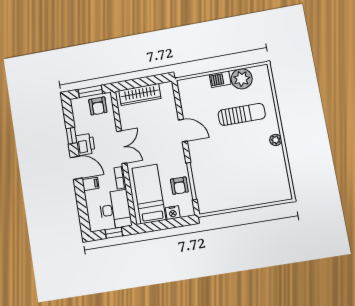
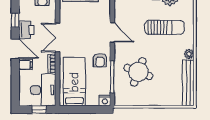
double door: (122, 147) -> (57, 38), swing flipped
round table: (221, 171) -> (138, 72), added
bench: (281, 174) -> (188, 83), added
armchair: (179, 186) -> (100, 60), moved
nightstand: (173, 213) -> (105, 101), moved

